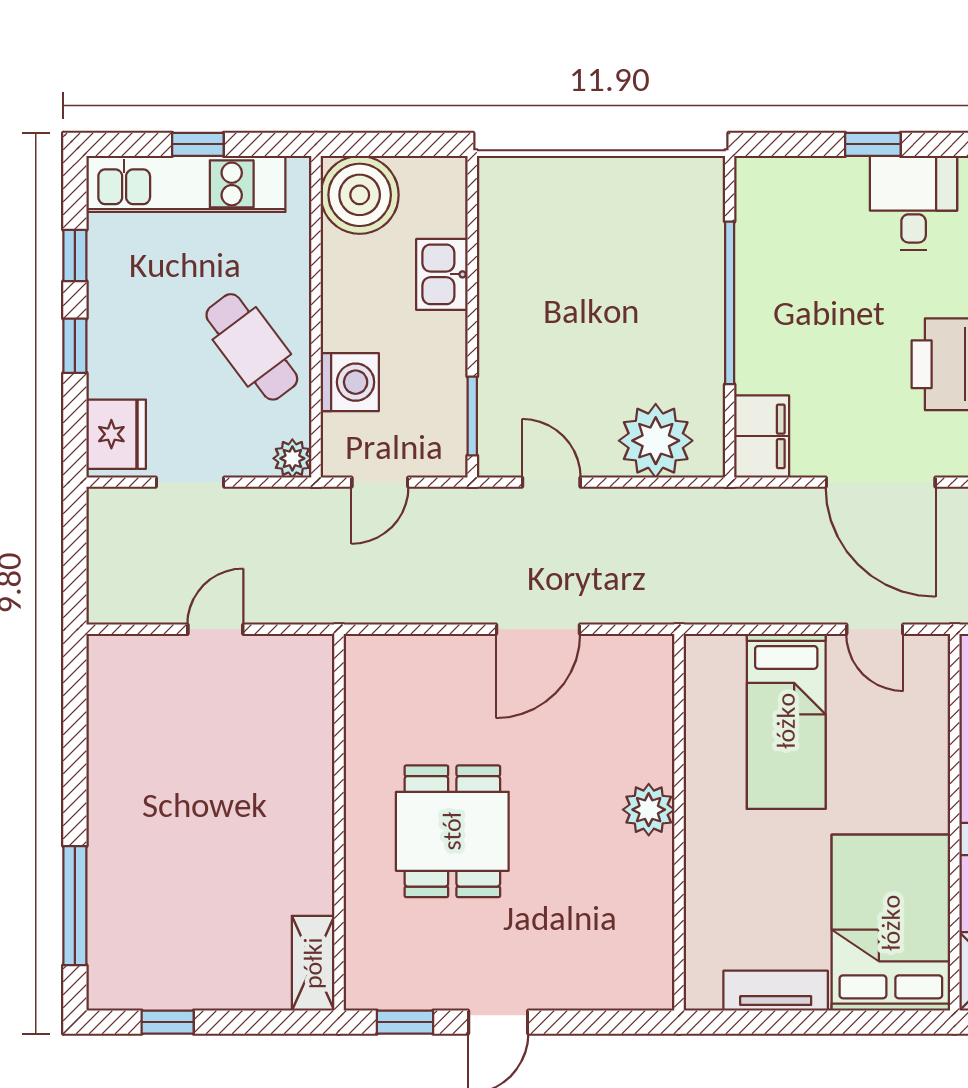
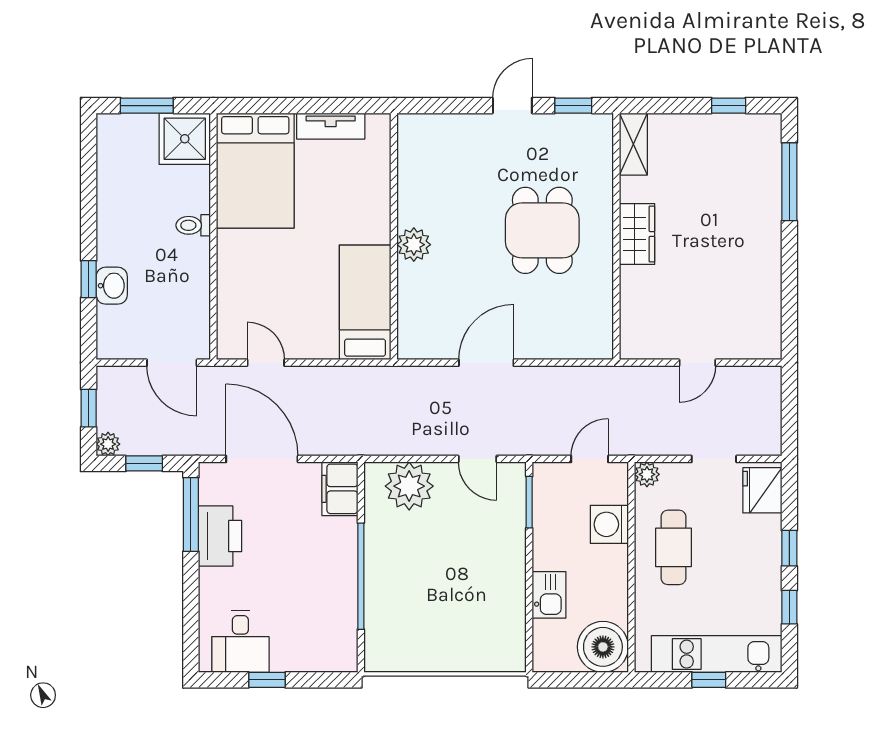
cafe table: (252, 347) -> (673, 547), turned 37
bed: (786, 721) -> (365, 302), moved
wardrobe: (308, 826) -> (637, 234), added

